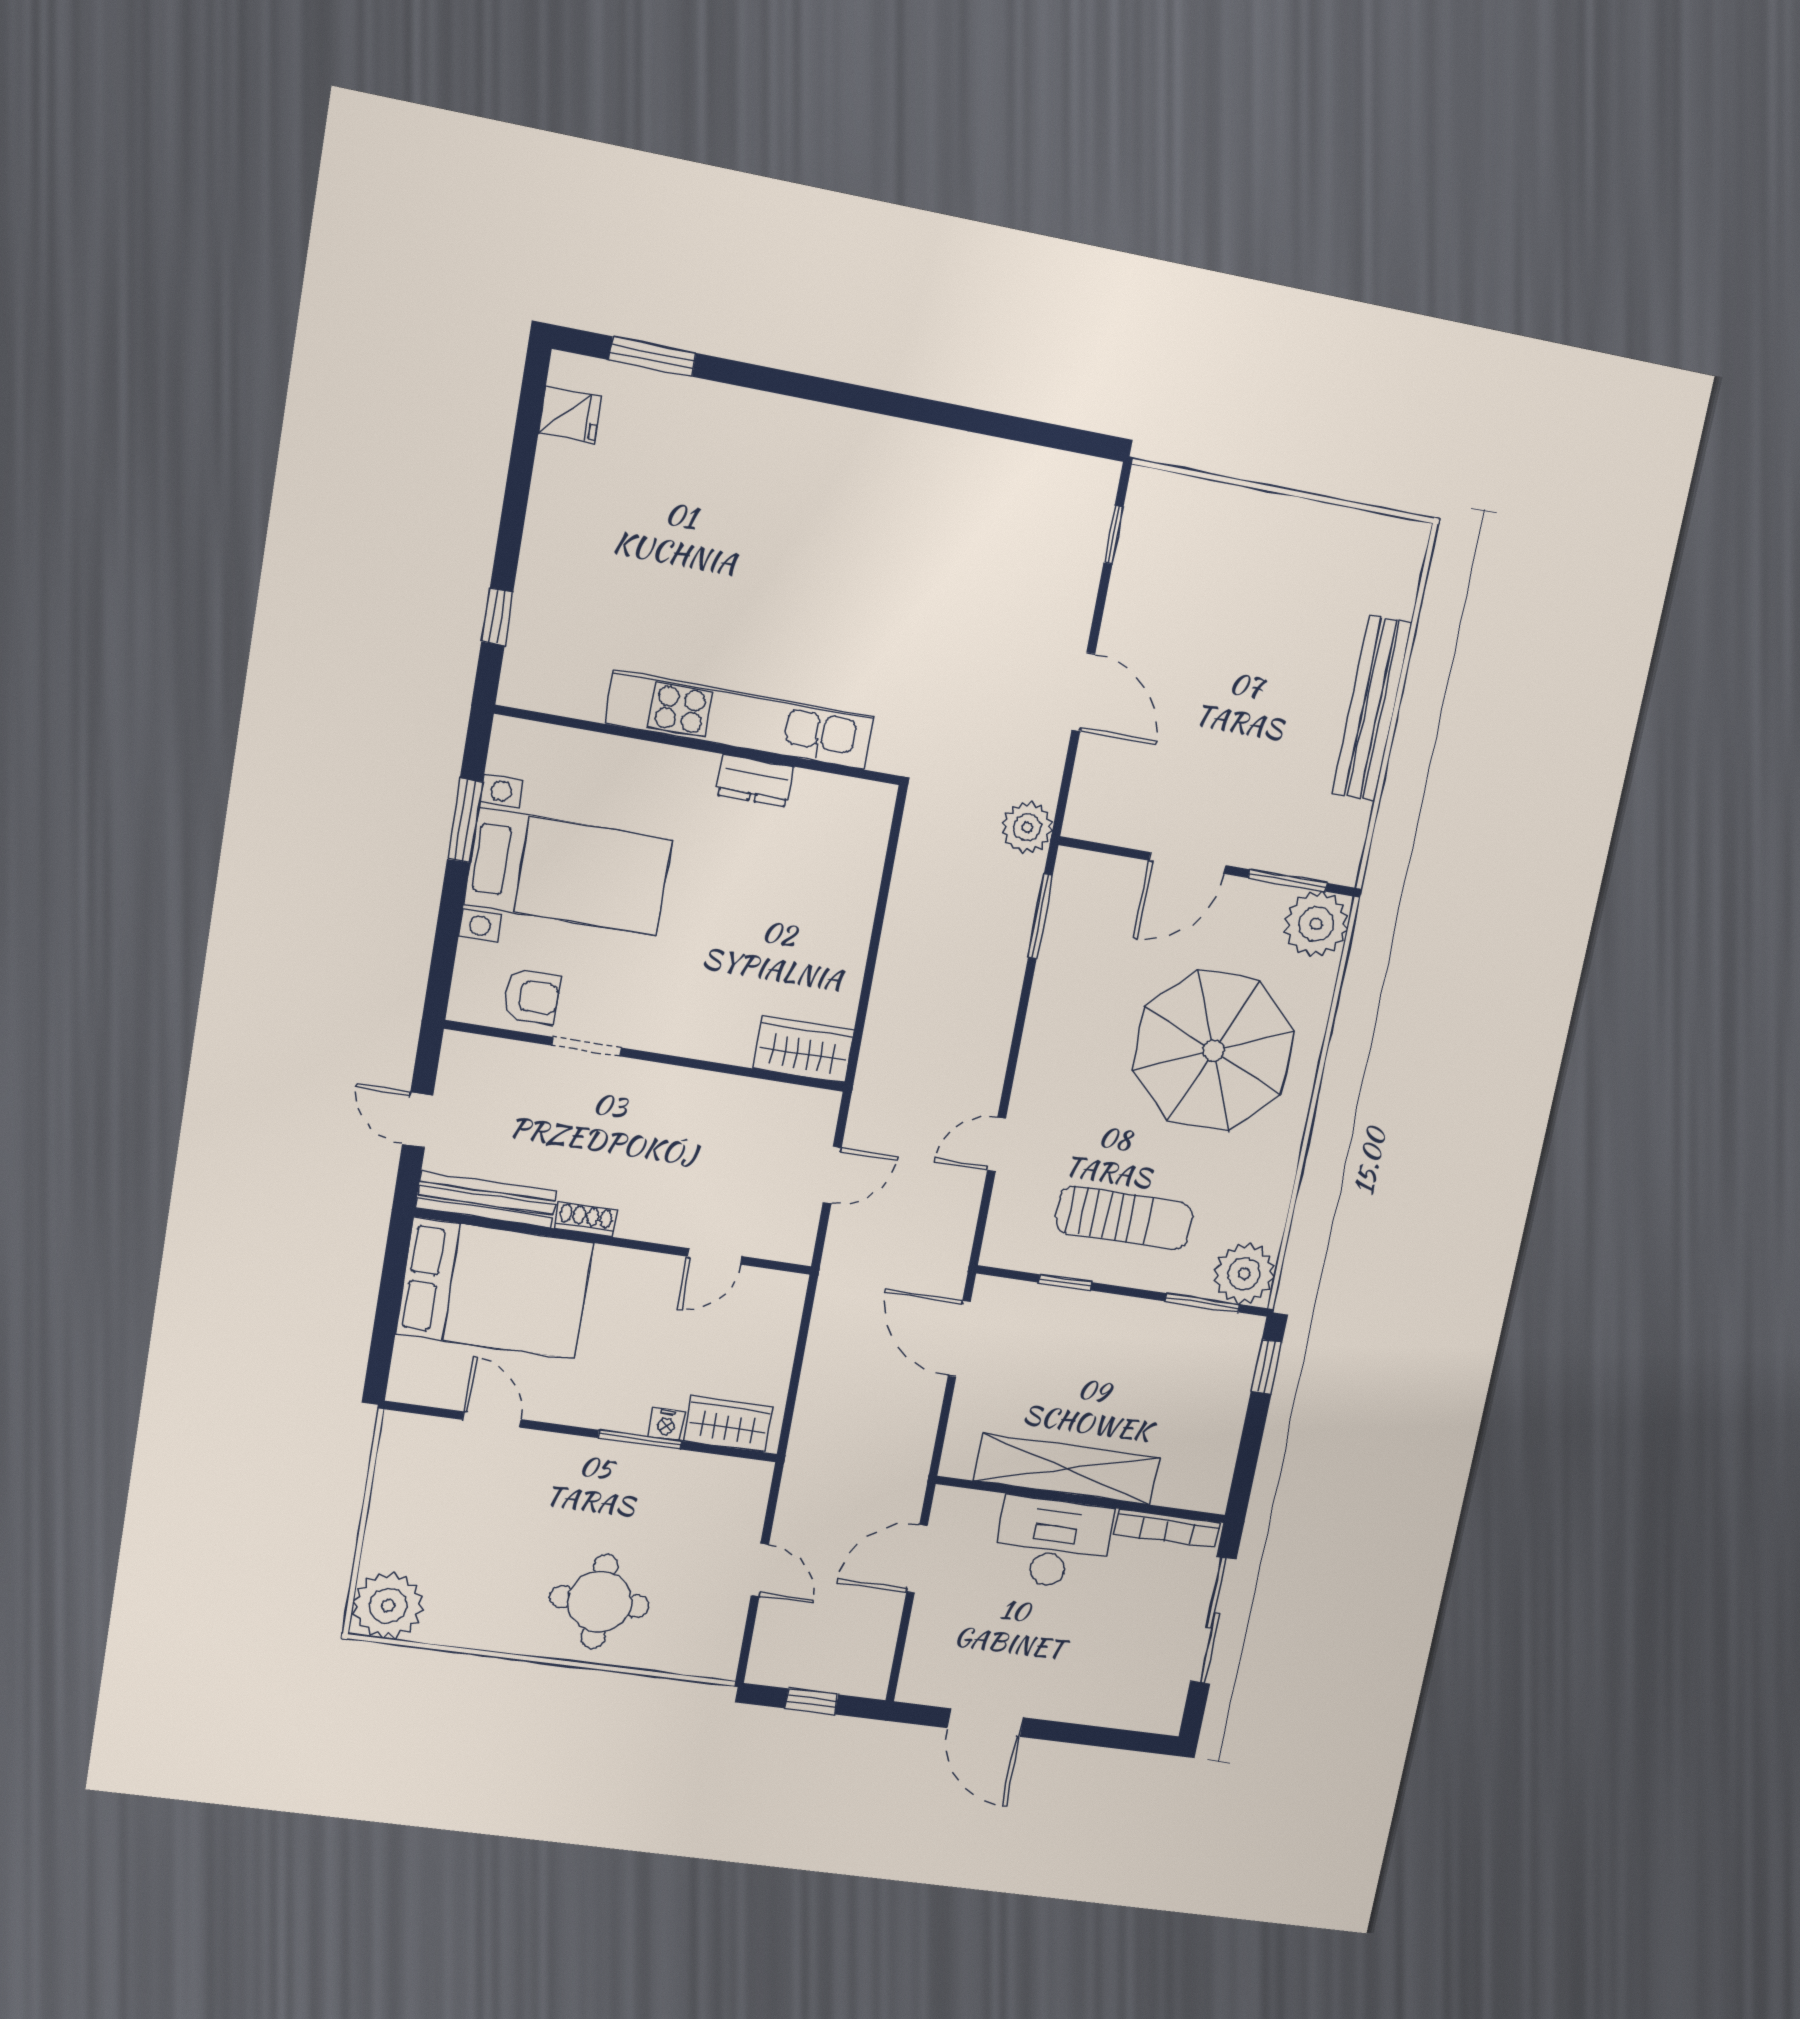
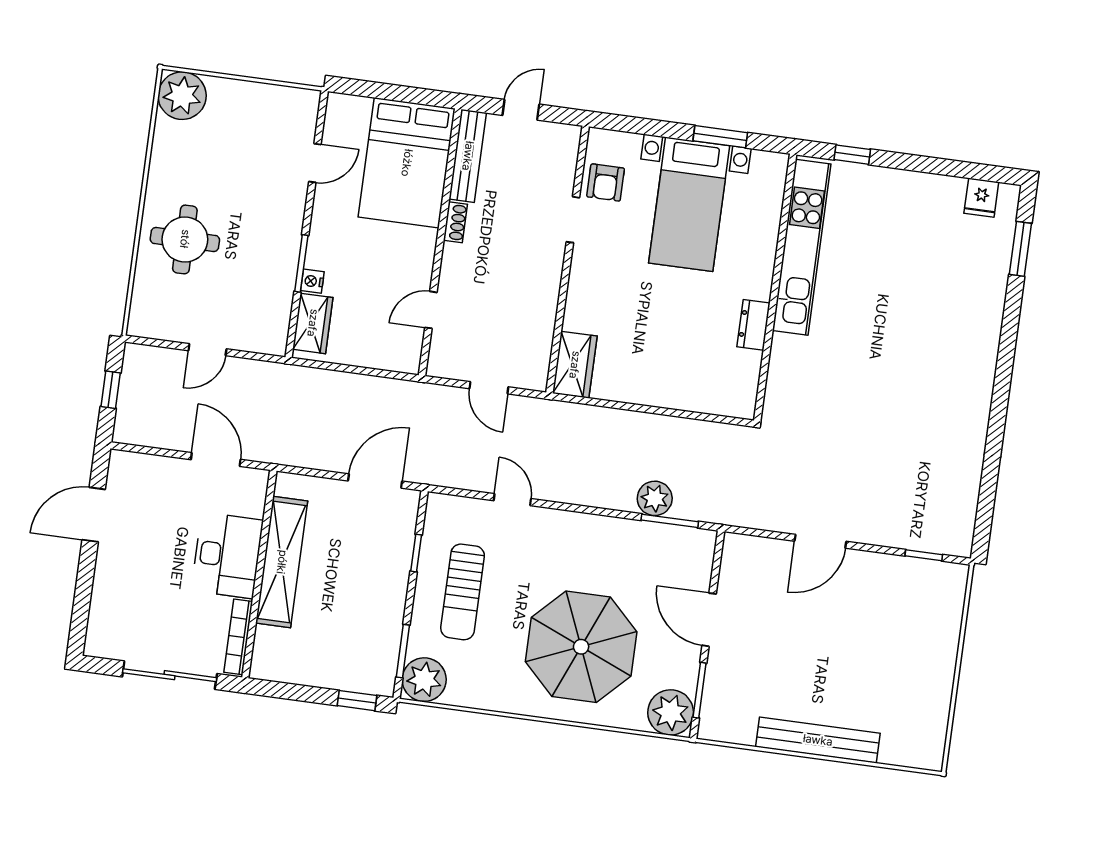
kitchen unit: (740, 720) -> (802, 247), moved
plant: (1027, 827) -> (655, 498), moved
door: (715, 1256) -> (431, 310), hinge flipped

